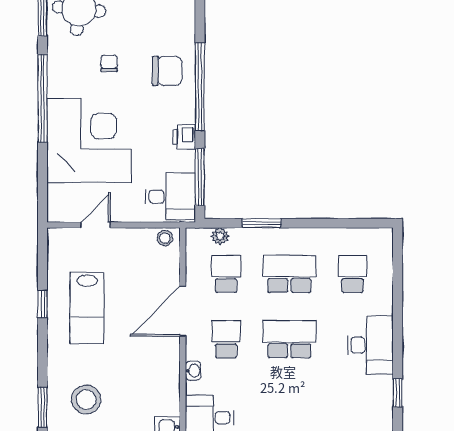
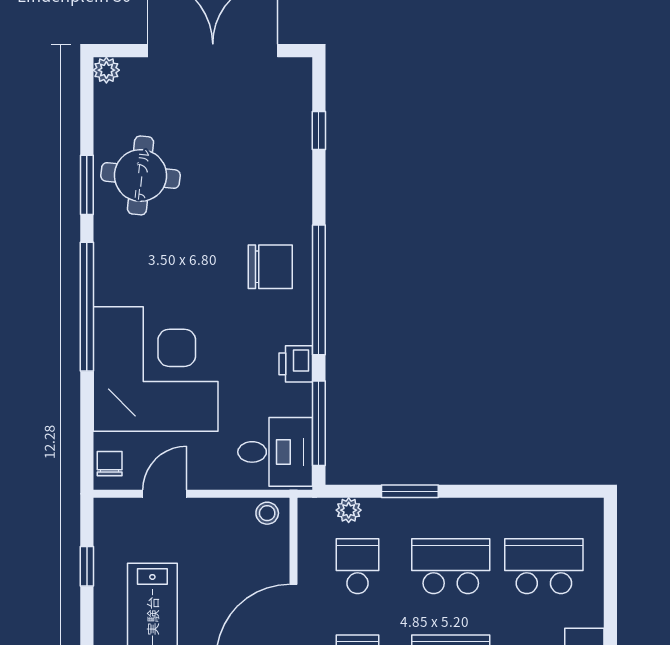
chair: (109, 63) -> (110, 464), moved
school desk: (352, 274) -> (544, 566), width x1.85
window: (43, 304) -> (87, 566), moved

